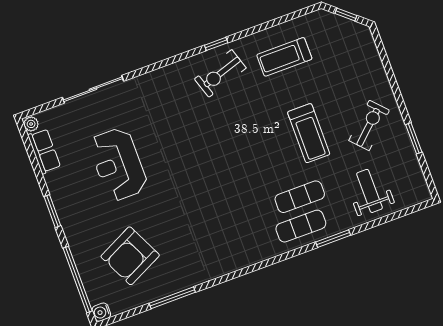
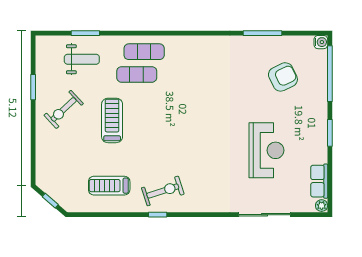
treadmill: (284, 57) -> (109, 186), turned 180
weight bench: (369, 191) -> (82, 59), turned -90
window: (333, 239) -> (85, 33), moved
armchair: (130, 256) -> (283, 77), width x0.73, depth x0.73

